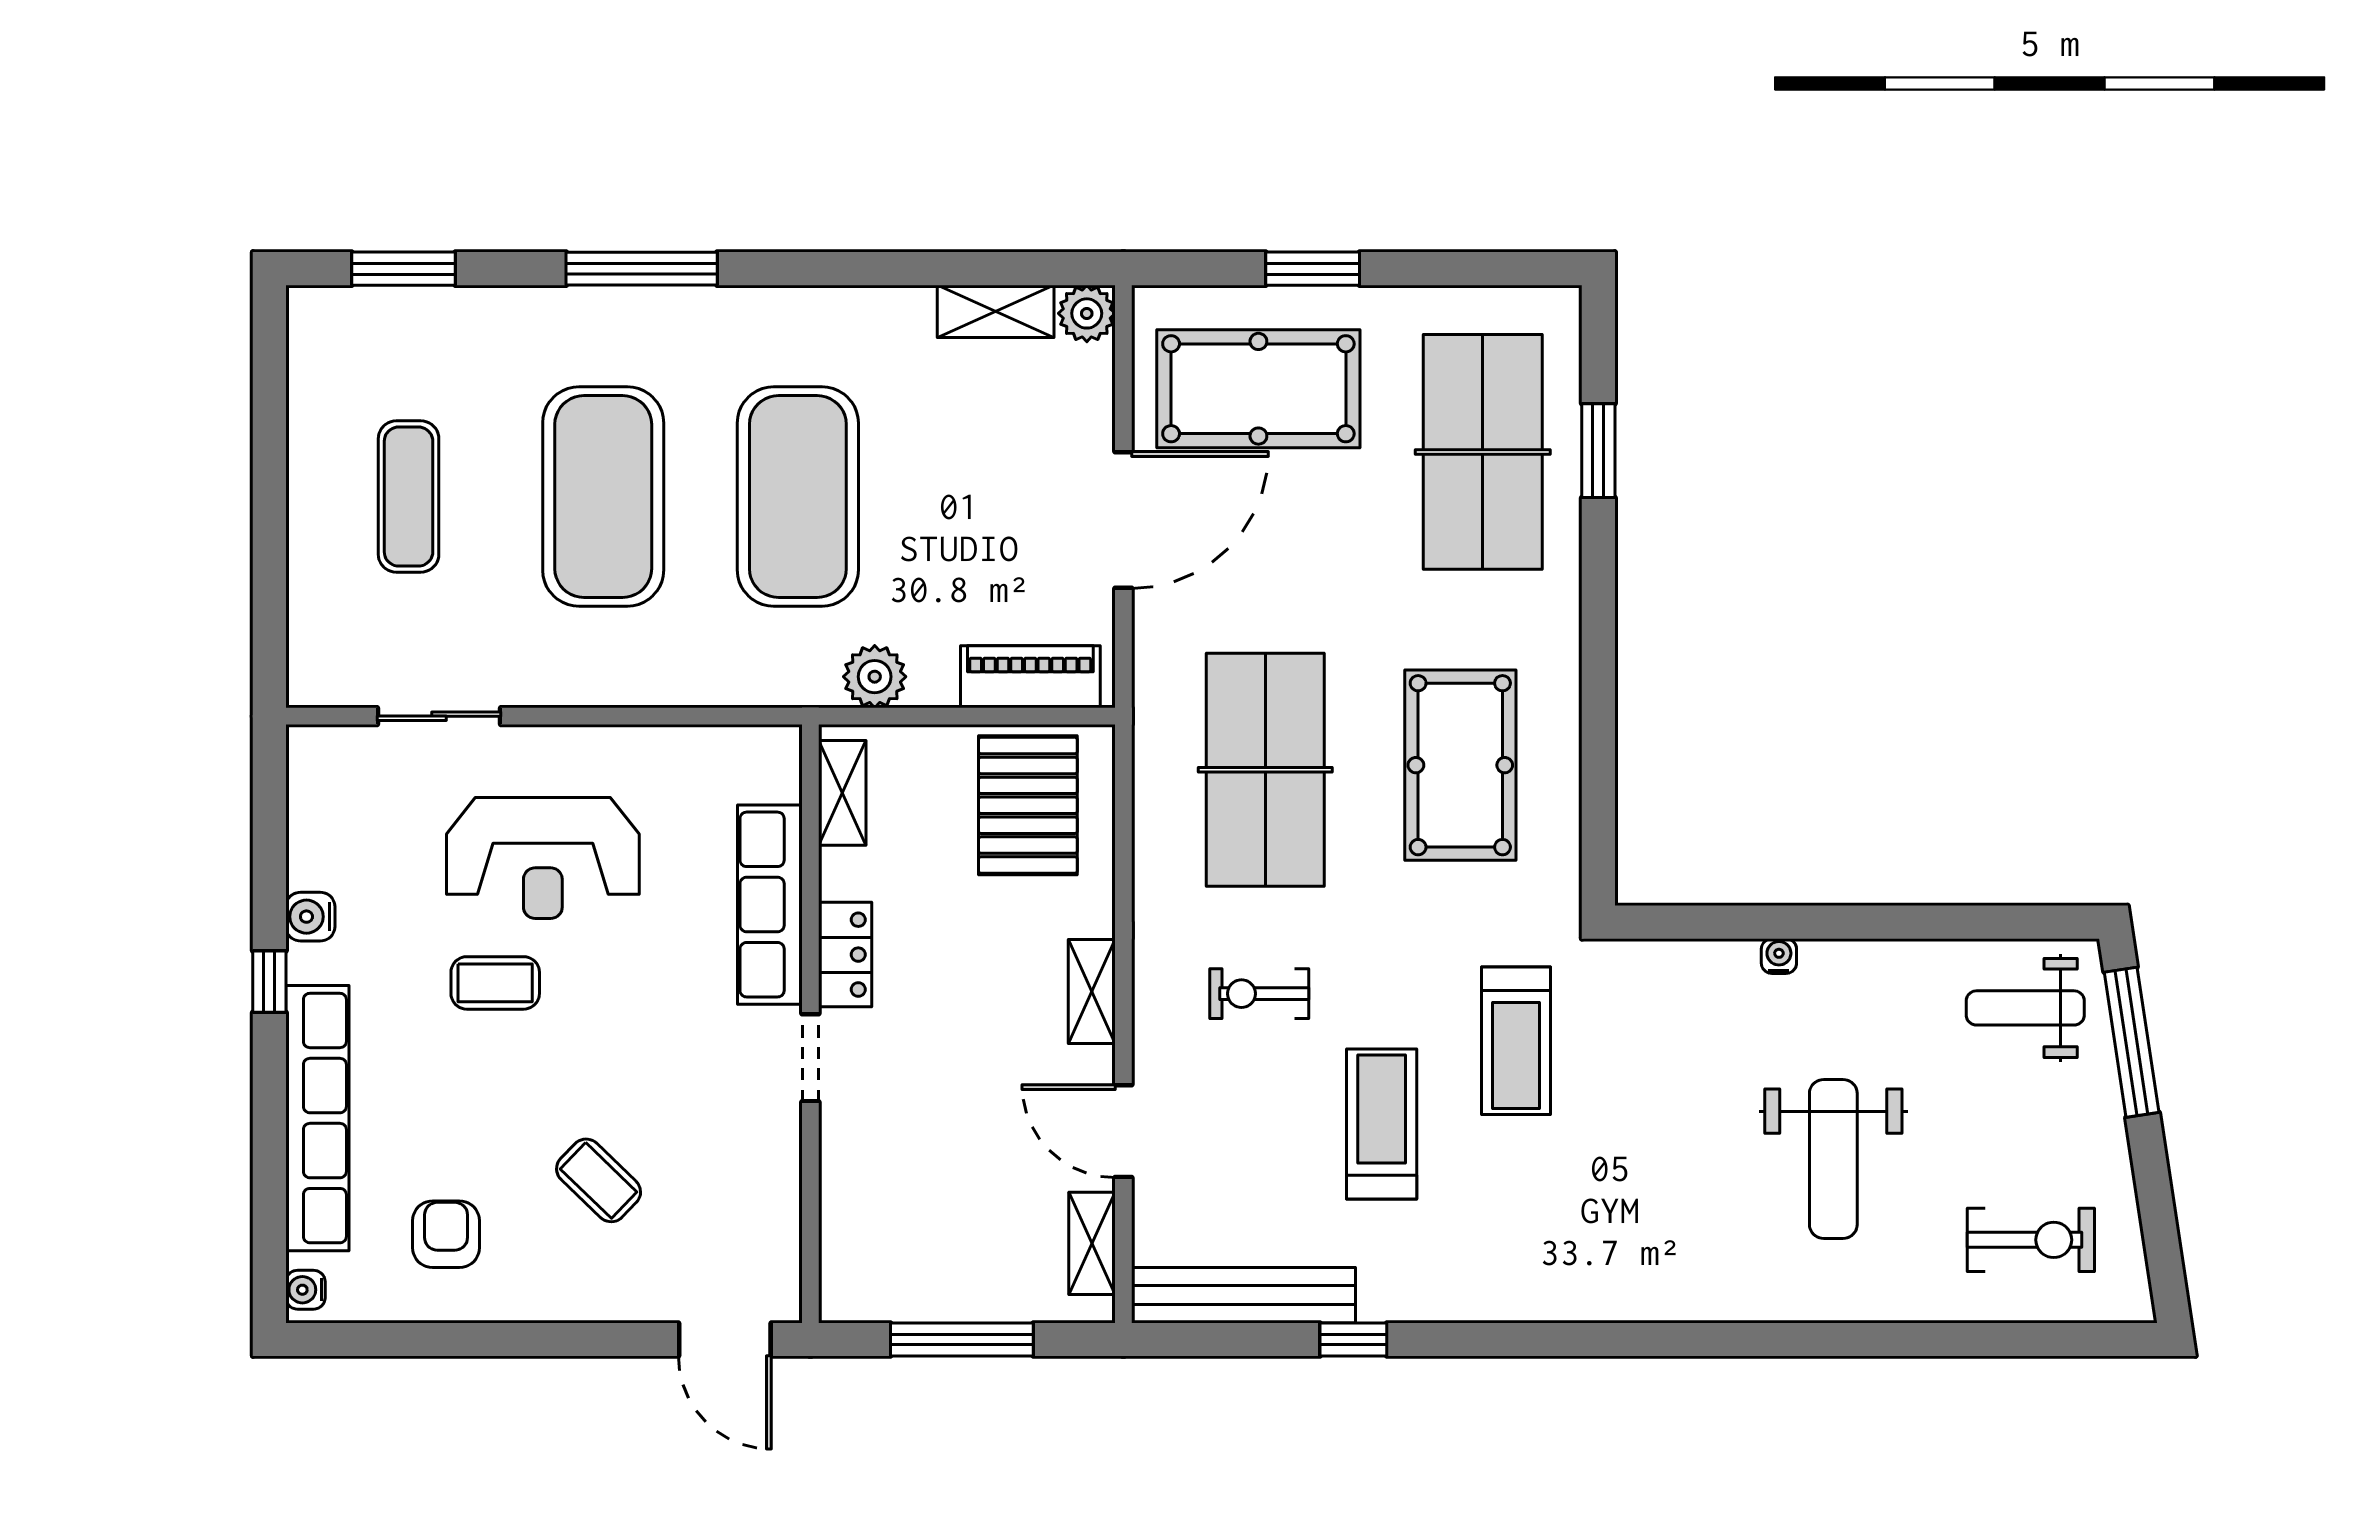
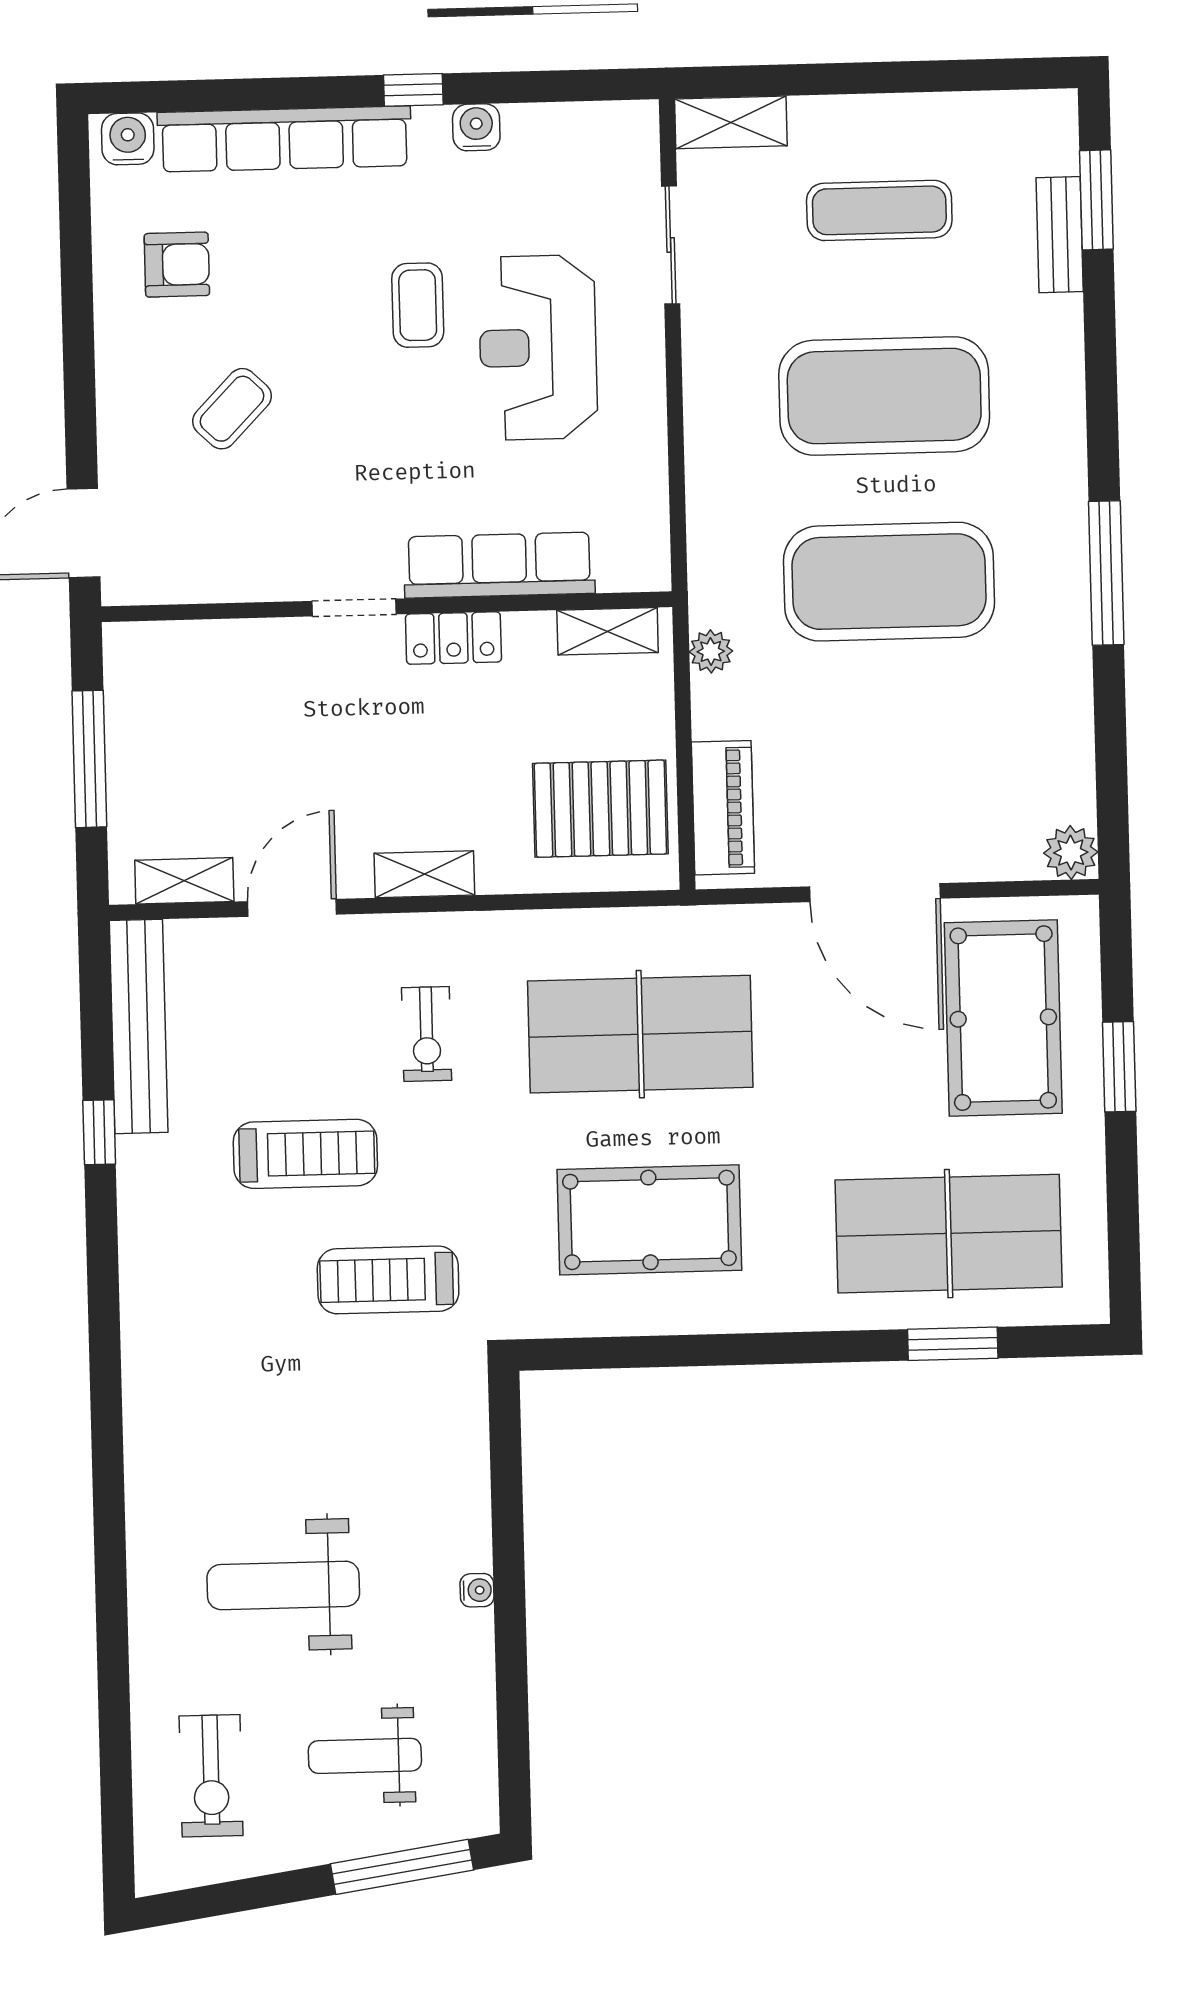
window: (642, 269) -> (1106, 573), moved
bench: (439, 308) -> (1060, 235), added
shelving: (996, 311) -> (731, 122), moved, turned 90
plant: (875, 677) -> (711, 651), width x0.73, depth x0.73
water cooler: (1779, 956) -> (477, 1590), moved
exercise bike: (1259, 994) -> (427, 1034), turned 180
weight bench: (2025, 1008) -> (365, 1756), moved, turned -90
water cooler: (305, 1290) -> (128, 139), width x1.38, depth x1.38

